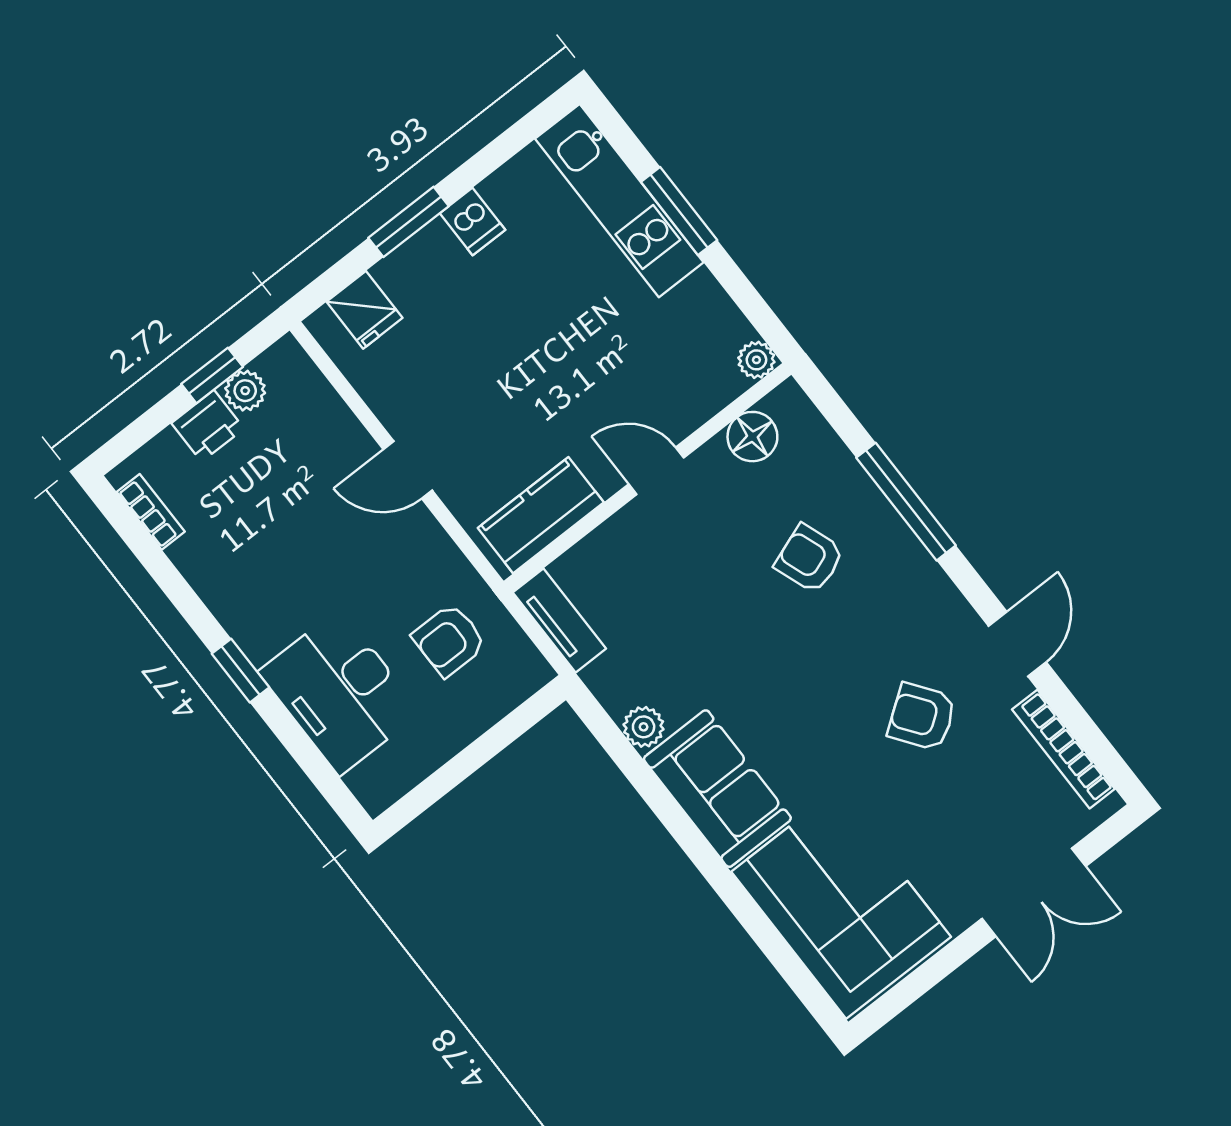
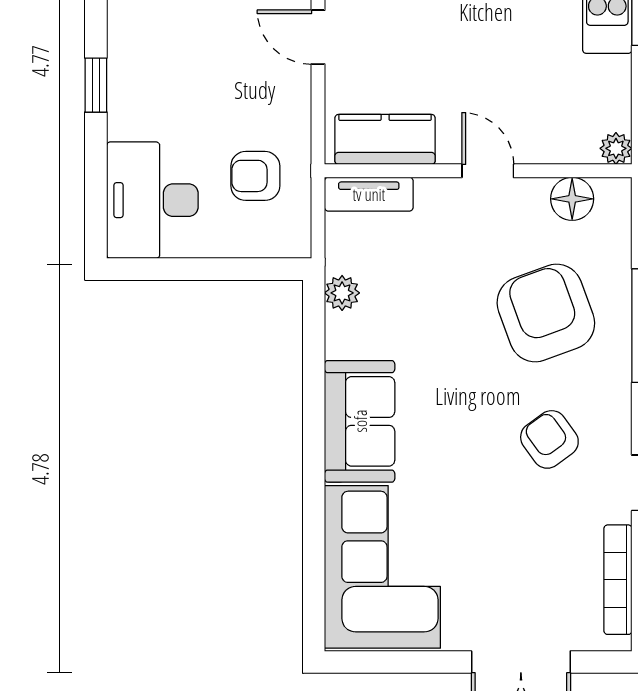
armchair: (809, 559) -> (546, 313), width x1.88, depth x1.88
tv unit: (559, 620) -> (369, 194), moved, turned 90
desk: (340, 692) -> (152, 200), moved
armchair: (922, 717) -> (549, 439), moved
plant: (644, 727) -> (342, 293), moved

